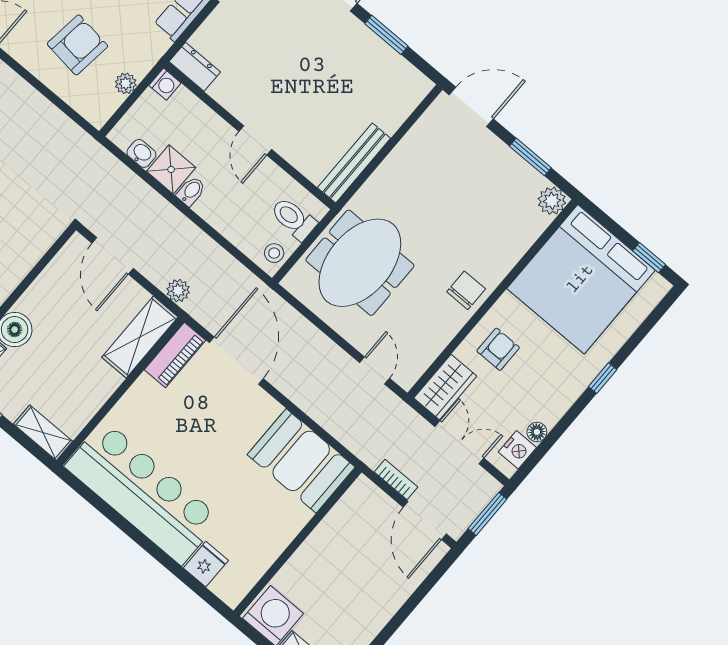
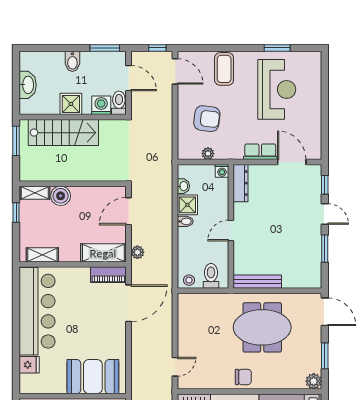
dresser: (195, 67) -> (241, 183), width x1.44
meeting table: (360, 263) -> (262, 327), moved
shelving: (43, 433) -> (42, 255), moved, turned 90
booth: (301, 461) -> (93, 377), moved, turned 90

